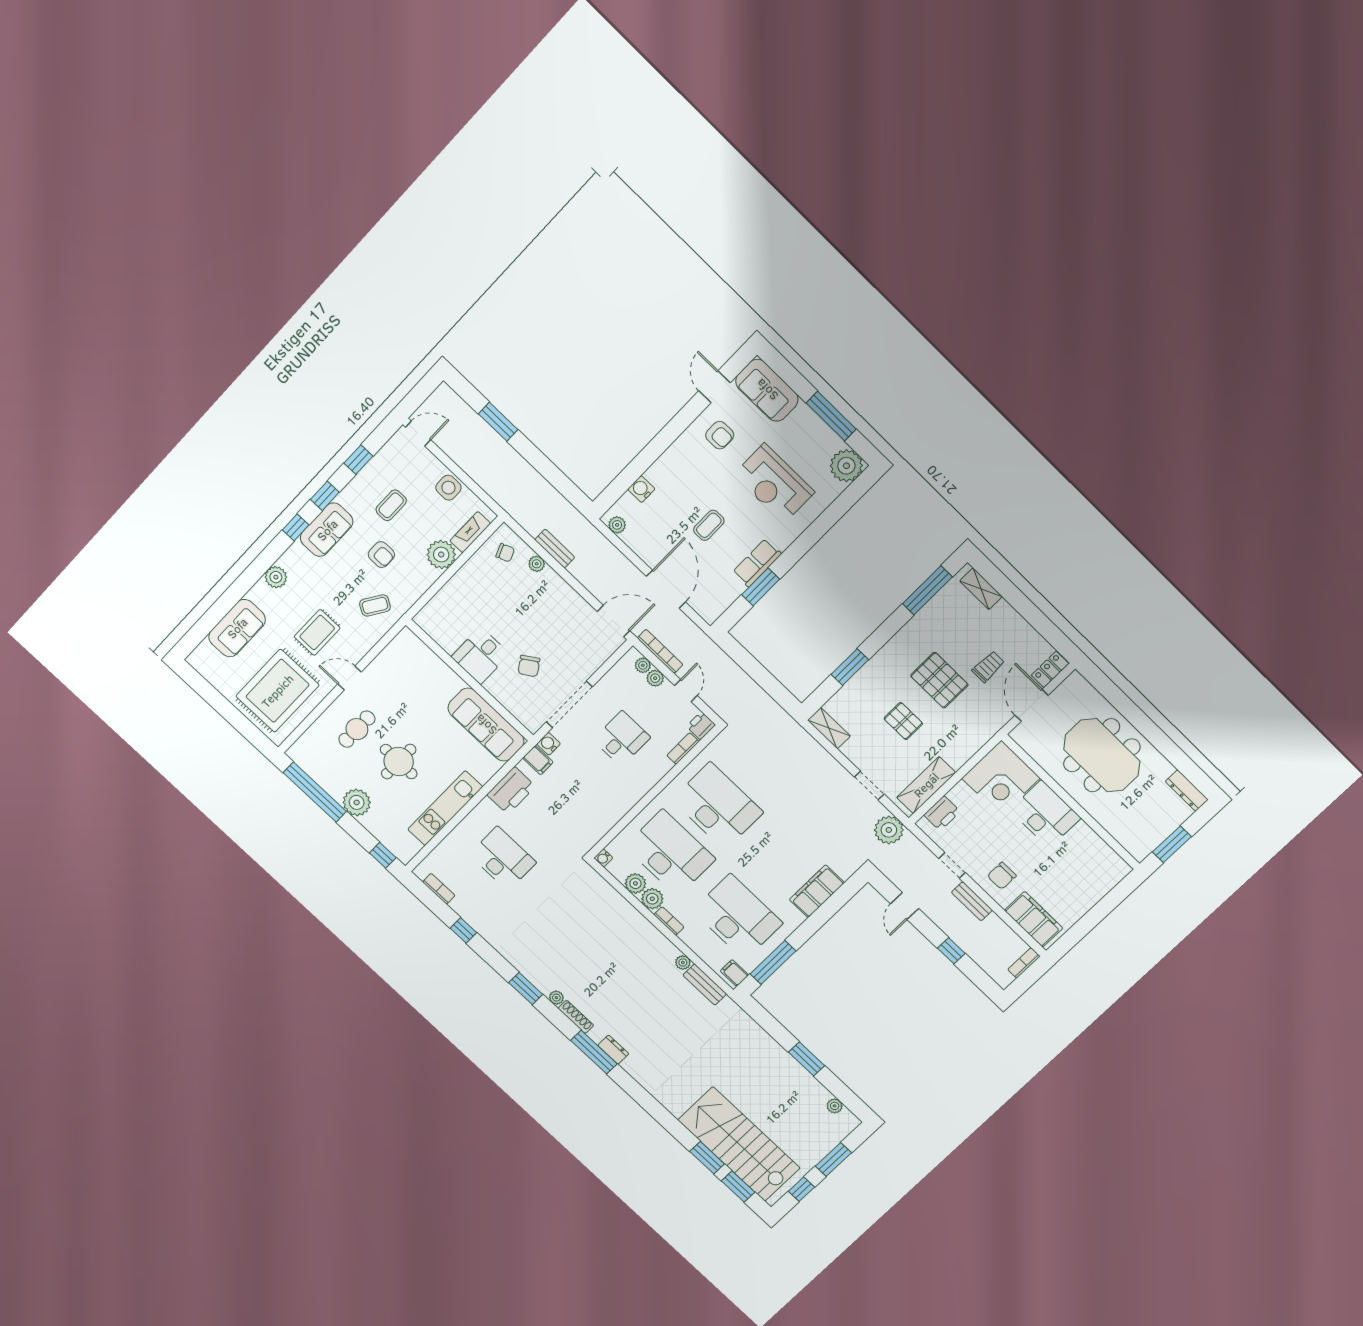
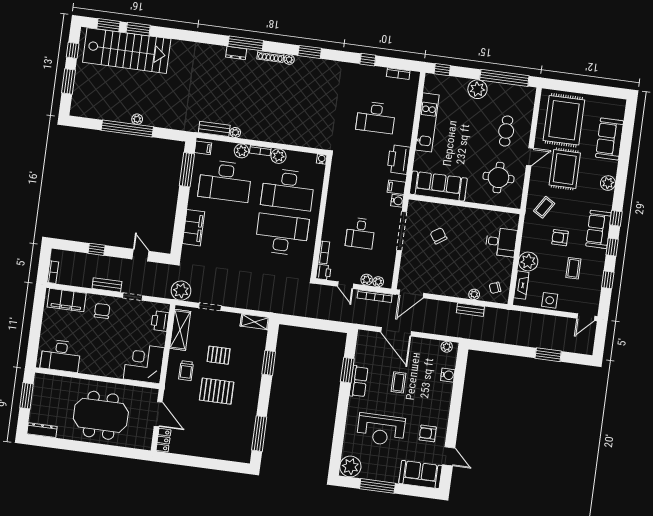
reception desk: (774, 483) -> (381, 430), turned 180
shelving: (981, 589) -> (232, 455), removed
rug: (317, 632) -> (565, 169), width x1.36, depth x1.43
desk: (481, 656) -> (501, 242), moved, turned 90
trolley: (988, 667) -> (186, 371), moved
round table: (399, 762) -> (498, 178), moved
desk: (717, 806) -> (282, 235), turned 180
desk: (1045, 814) -> (61, 356), moved
plant: (635, 883) -> (242, 151), moved
window: (807, 1059) -> (127, 129), width x2.11
plant: (835, 1106) -> (137, 119), moved

